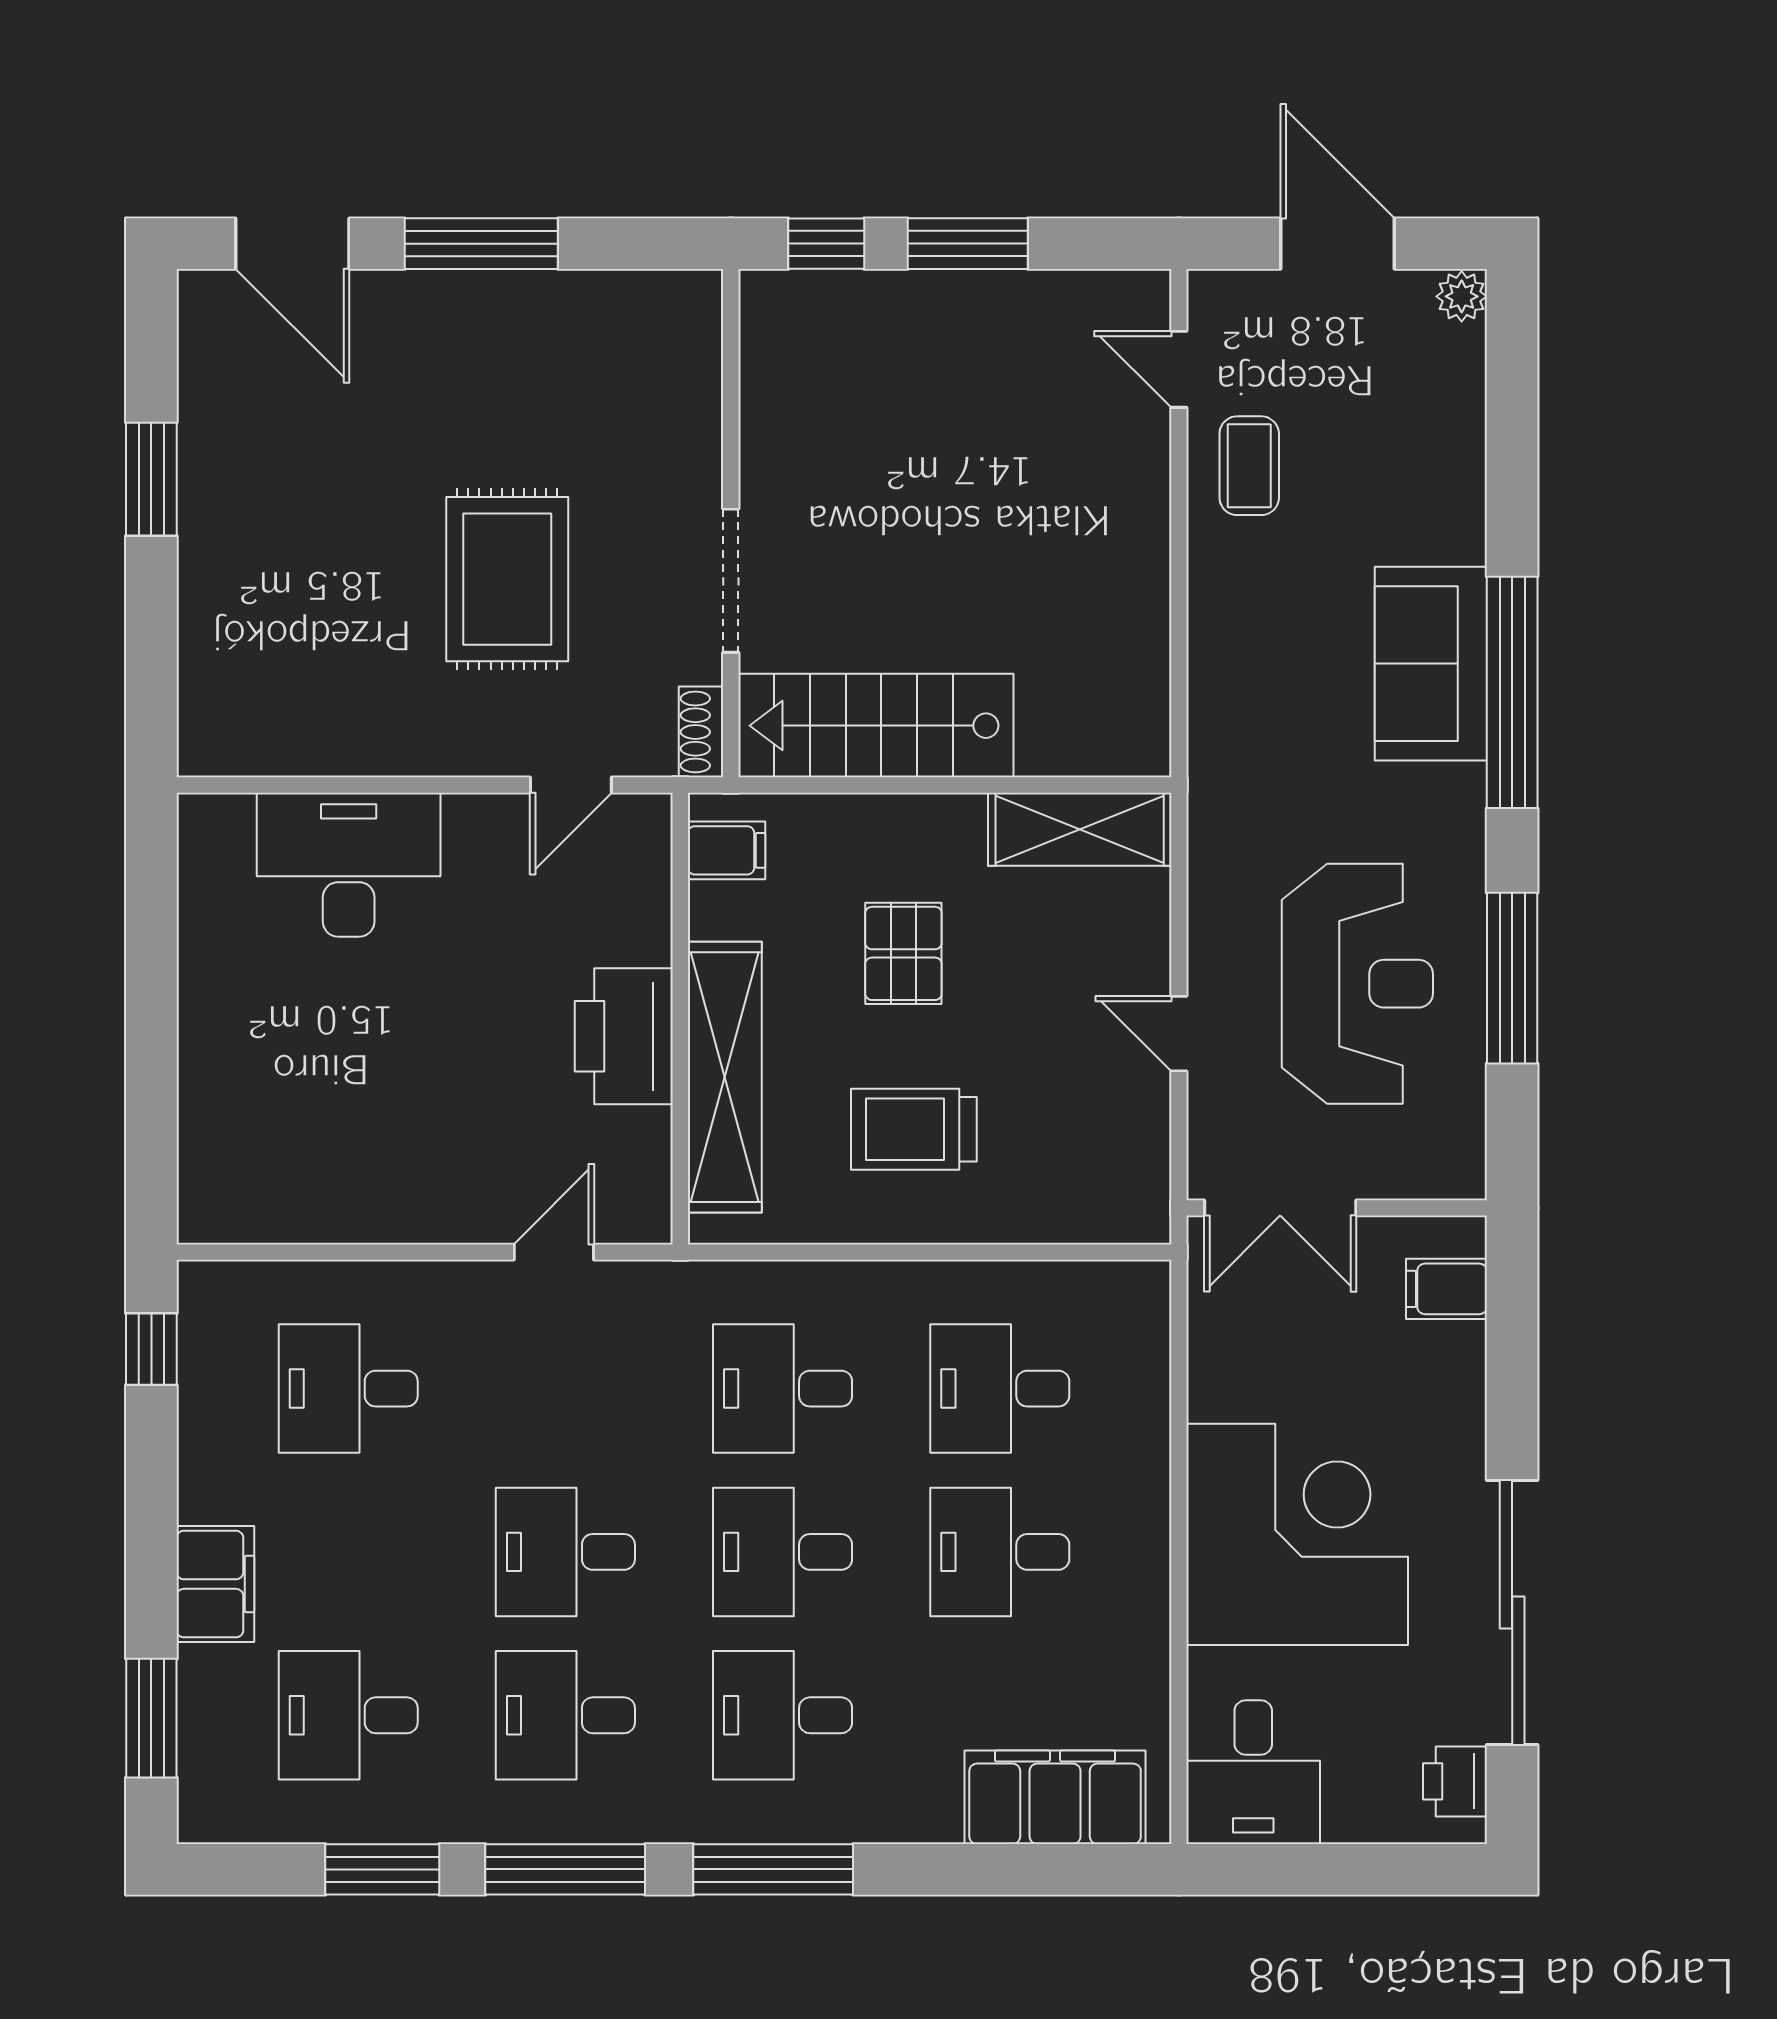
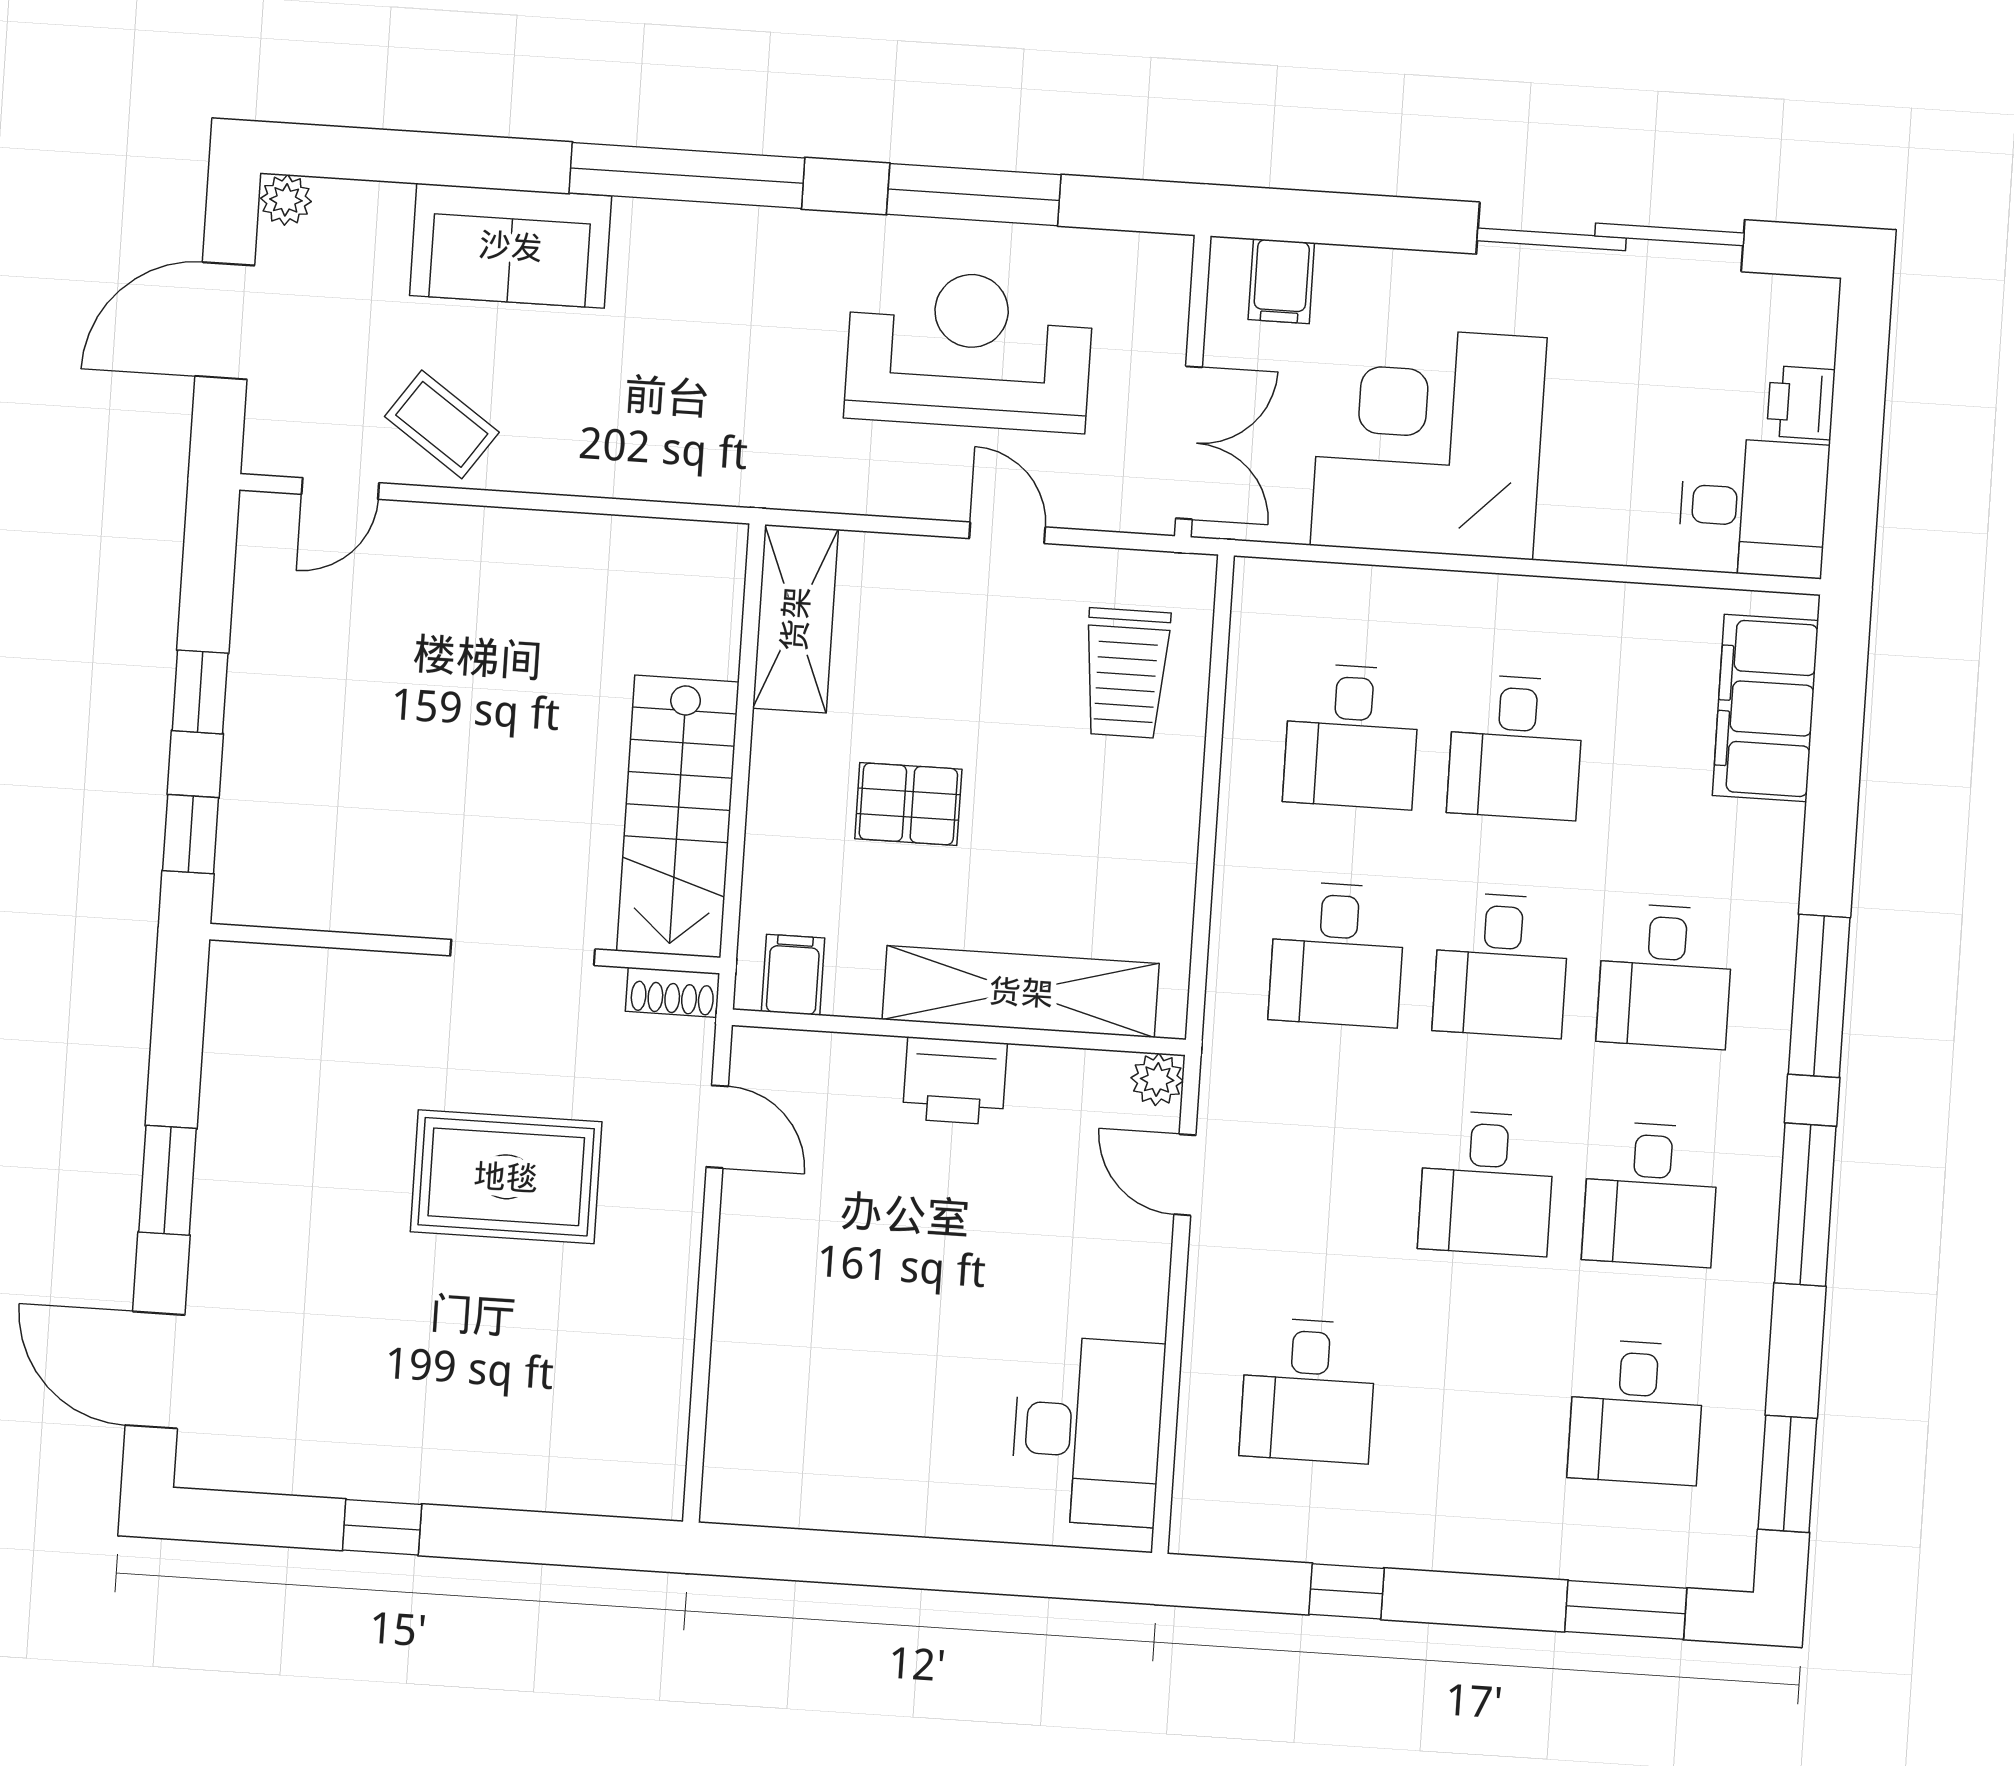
door: (292, 244) -> (155, 1370), swing flipped
window: (481, 244) -> (168, 1180), width x0.69
window: (968, 244) -> (200, 692), width x0.67
coffee table: (1249, 466) -> (442, 424), turned 35
window: (151, 479) -> (382, 1527), width x0.67
sofa: (1431, 664) -> (511, 246), moved
desk: (349, 865) -> (1088, 1431), moved, turned 180
door: (1179, 1034) -> (1007, 533), swing flipped
printer: (624, 1036) -> (955, 1081), width x0.73, depth x0.84
trolley: (914, 1129) -> (1126, 673), moved
plant: (647, 1218) -> (1157, 1079), added
window: (151, 1349) -> (1346, 1591), moved
corner desk: (1297, 1534) -> (1429, 441), moved
filing cabinet: (215, 1584) -> (1496, 1537), removed
printer: (1455, 1781) -> (1801, 403), moved, turned 90
window: (382, 1869) -> (1787, 1474), moved

